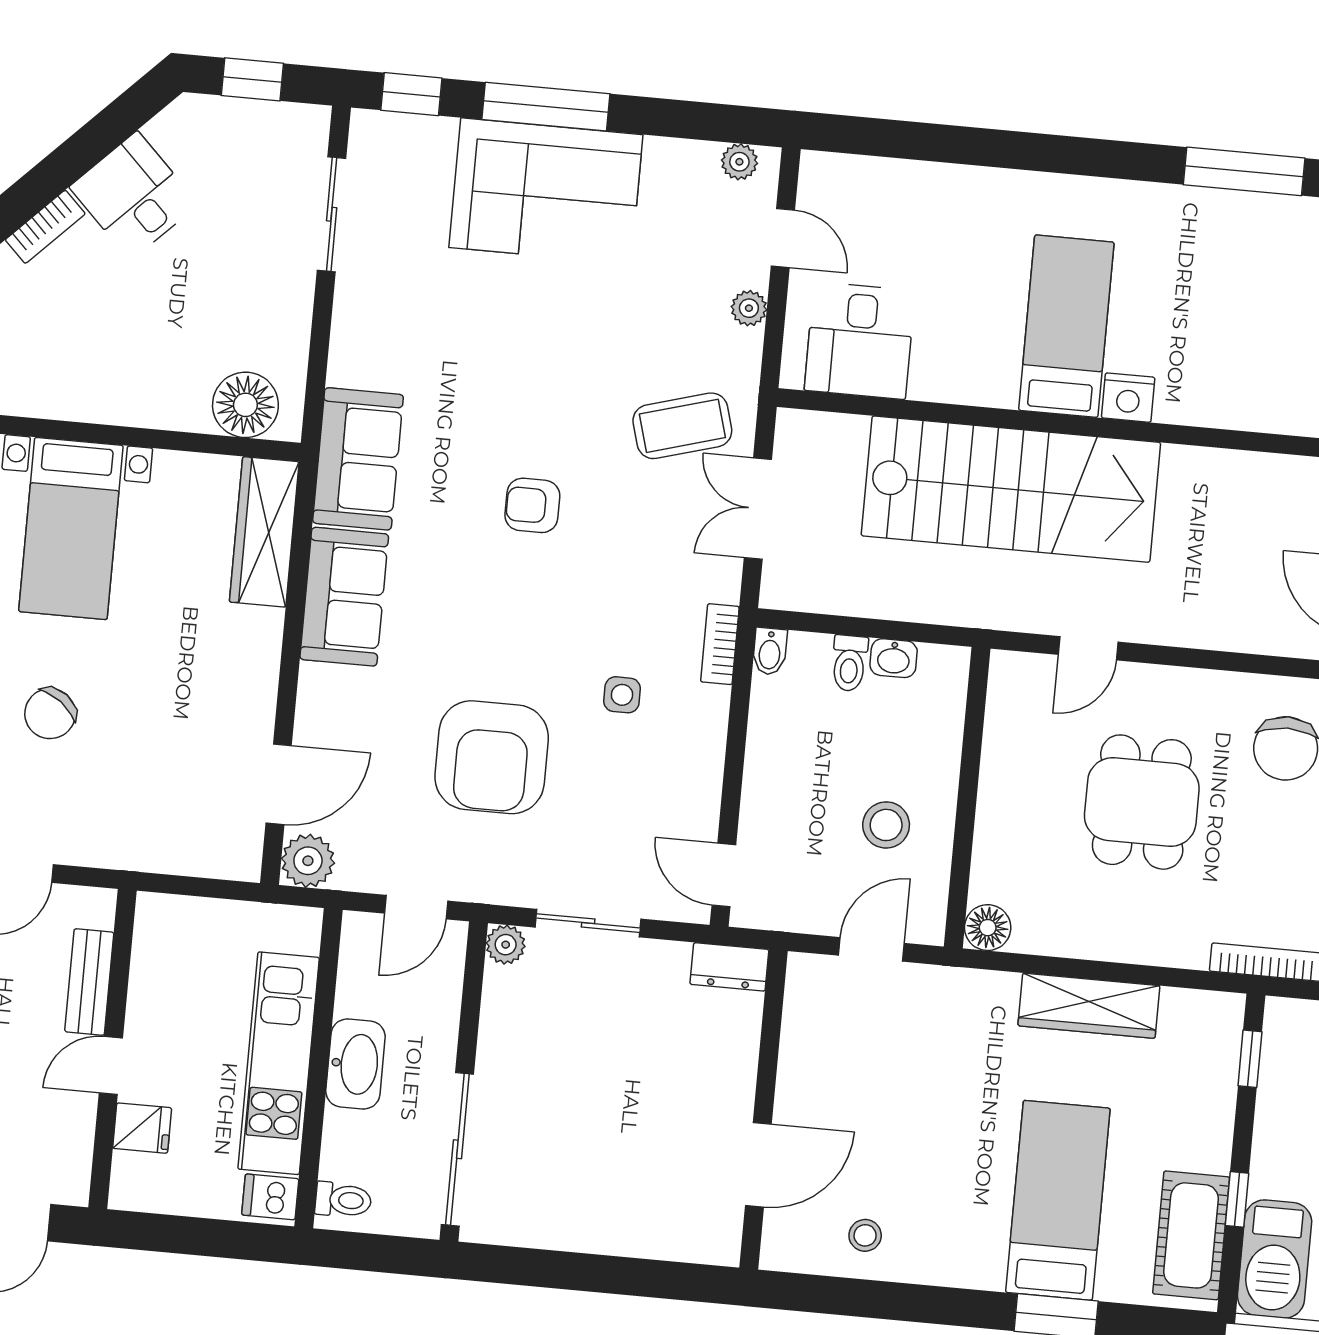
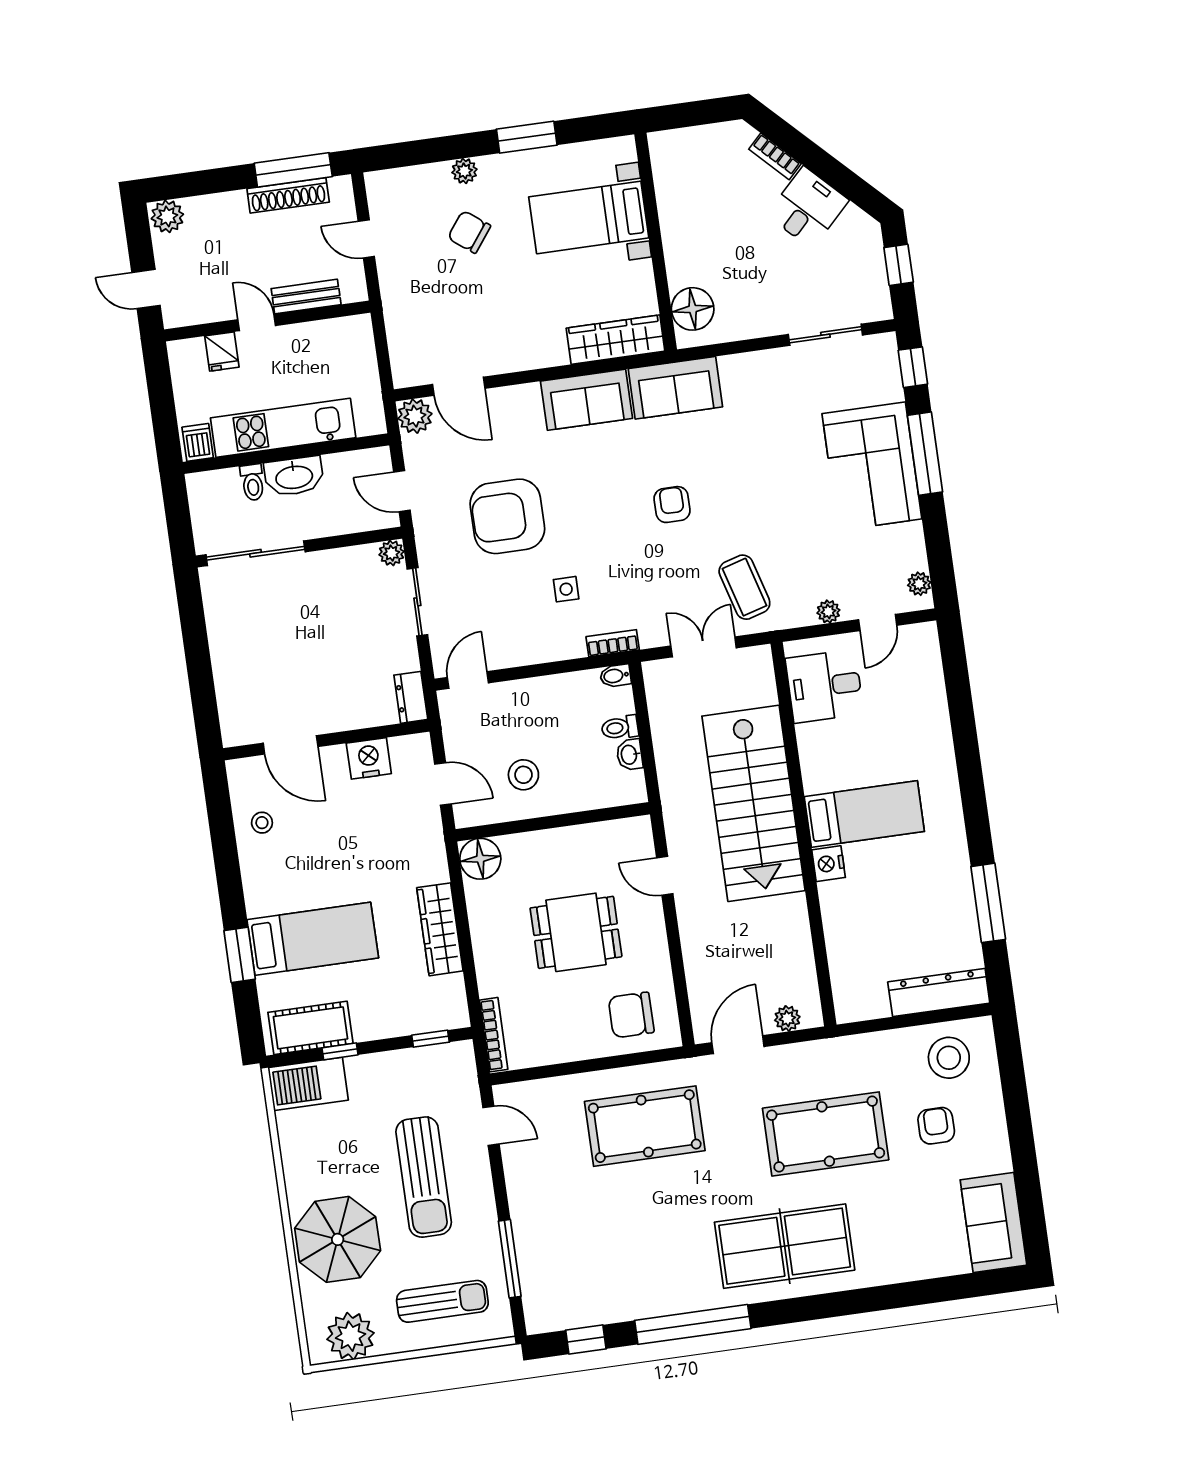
floor lamp: (988, 928) -> (480, 859), width x1.38, depth x1.38
nightstand: (806, 1052) -> (369, 758), added
toilet: (343, 1200) -> (253, 482), moved

